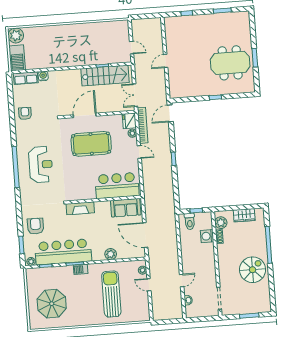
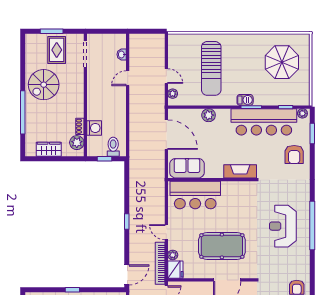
rug: (244, 300) -> (57, 50), added

